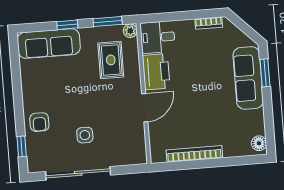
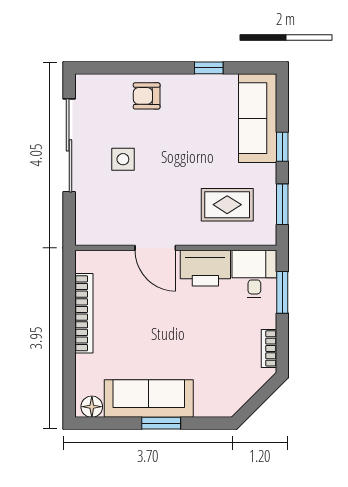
window: (169, 17) -> (282, 292), added
plant: (130, 31) -> (267, 236), removed
window: (265, 73) -> (161, 423), moved
sofa: (248, 78) -> (149, 399), moved
window: (22, 146) -> (209, 68), moved

